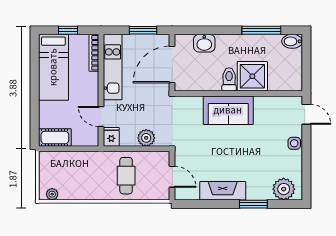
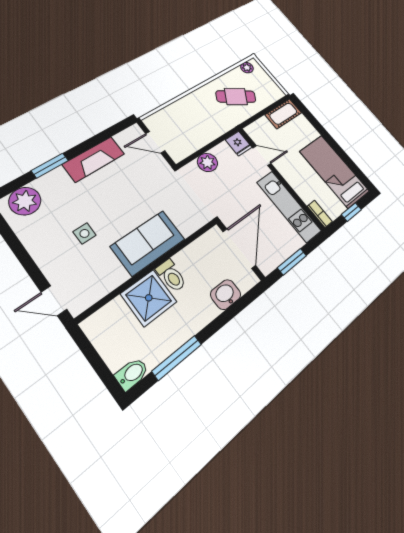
bookcase: (94, 53) -> (320, 214), width x0.64
side table: (294, 143) -> (84, 233), moved
cafe table: (126, 176) -> (236, 97), moved, turned -59

